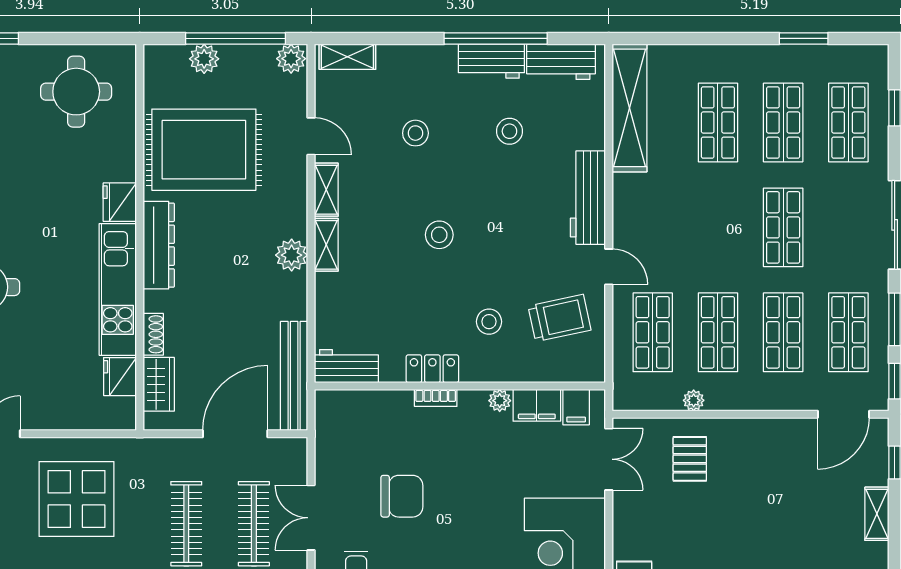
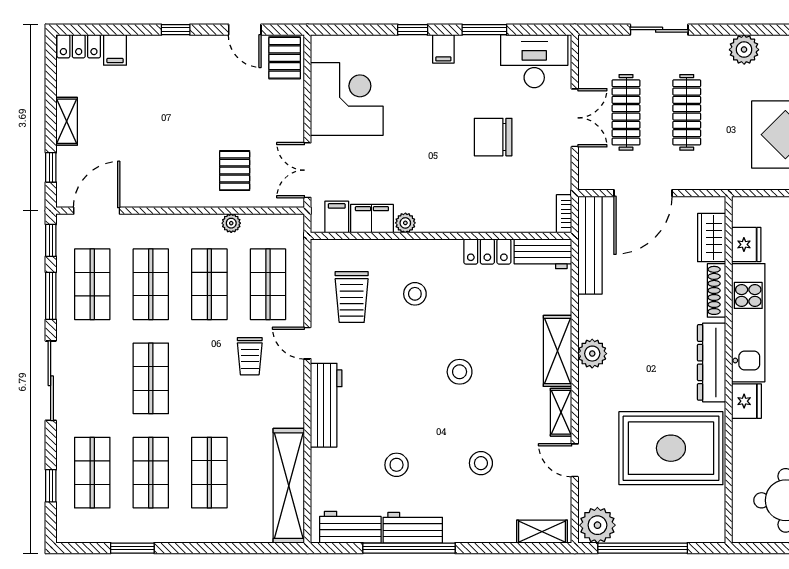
plant: (204, 59) -> (671, 530), removed
plant: (291, 59) -> (597, 525), width x1.36, depth x1.36
shelving: (326, 245) -> (558, 351), width x1.50, depth x1.33
trolley: (673, 252) -> (250, 356), added
trolley: (559, 318) -> (352, 297), turned -78
shoe rack: (153, 334) -> (716, 290), width x1.43
locker: (432, 369) -> (487, 252), moved
bookcase: (436, 398) -> (564, 214), moved, turned -90

